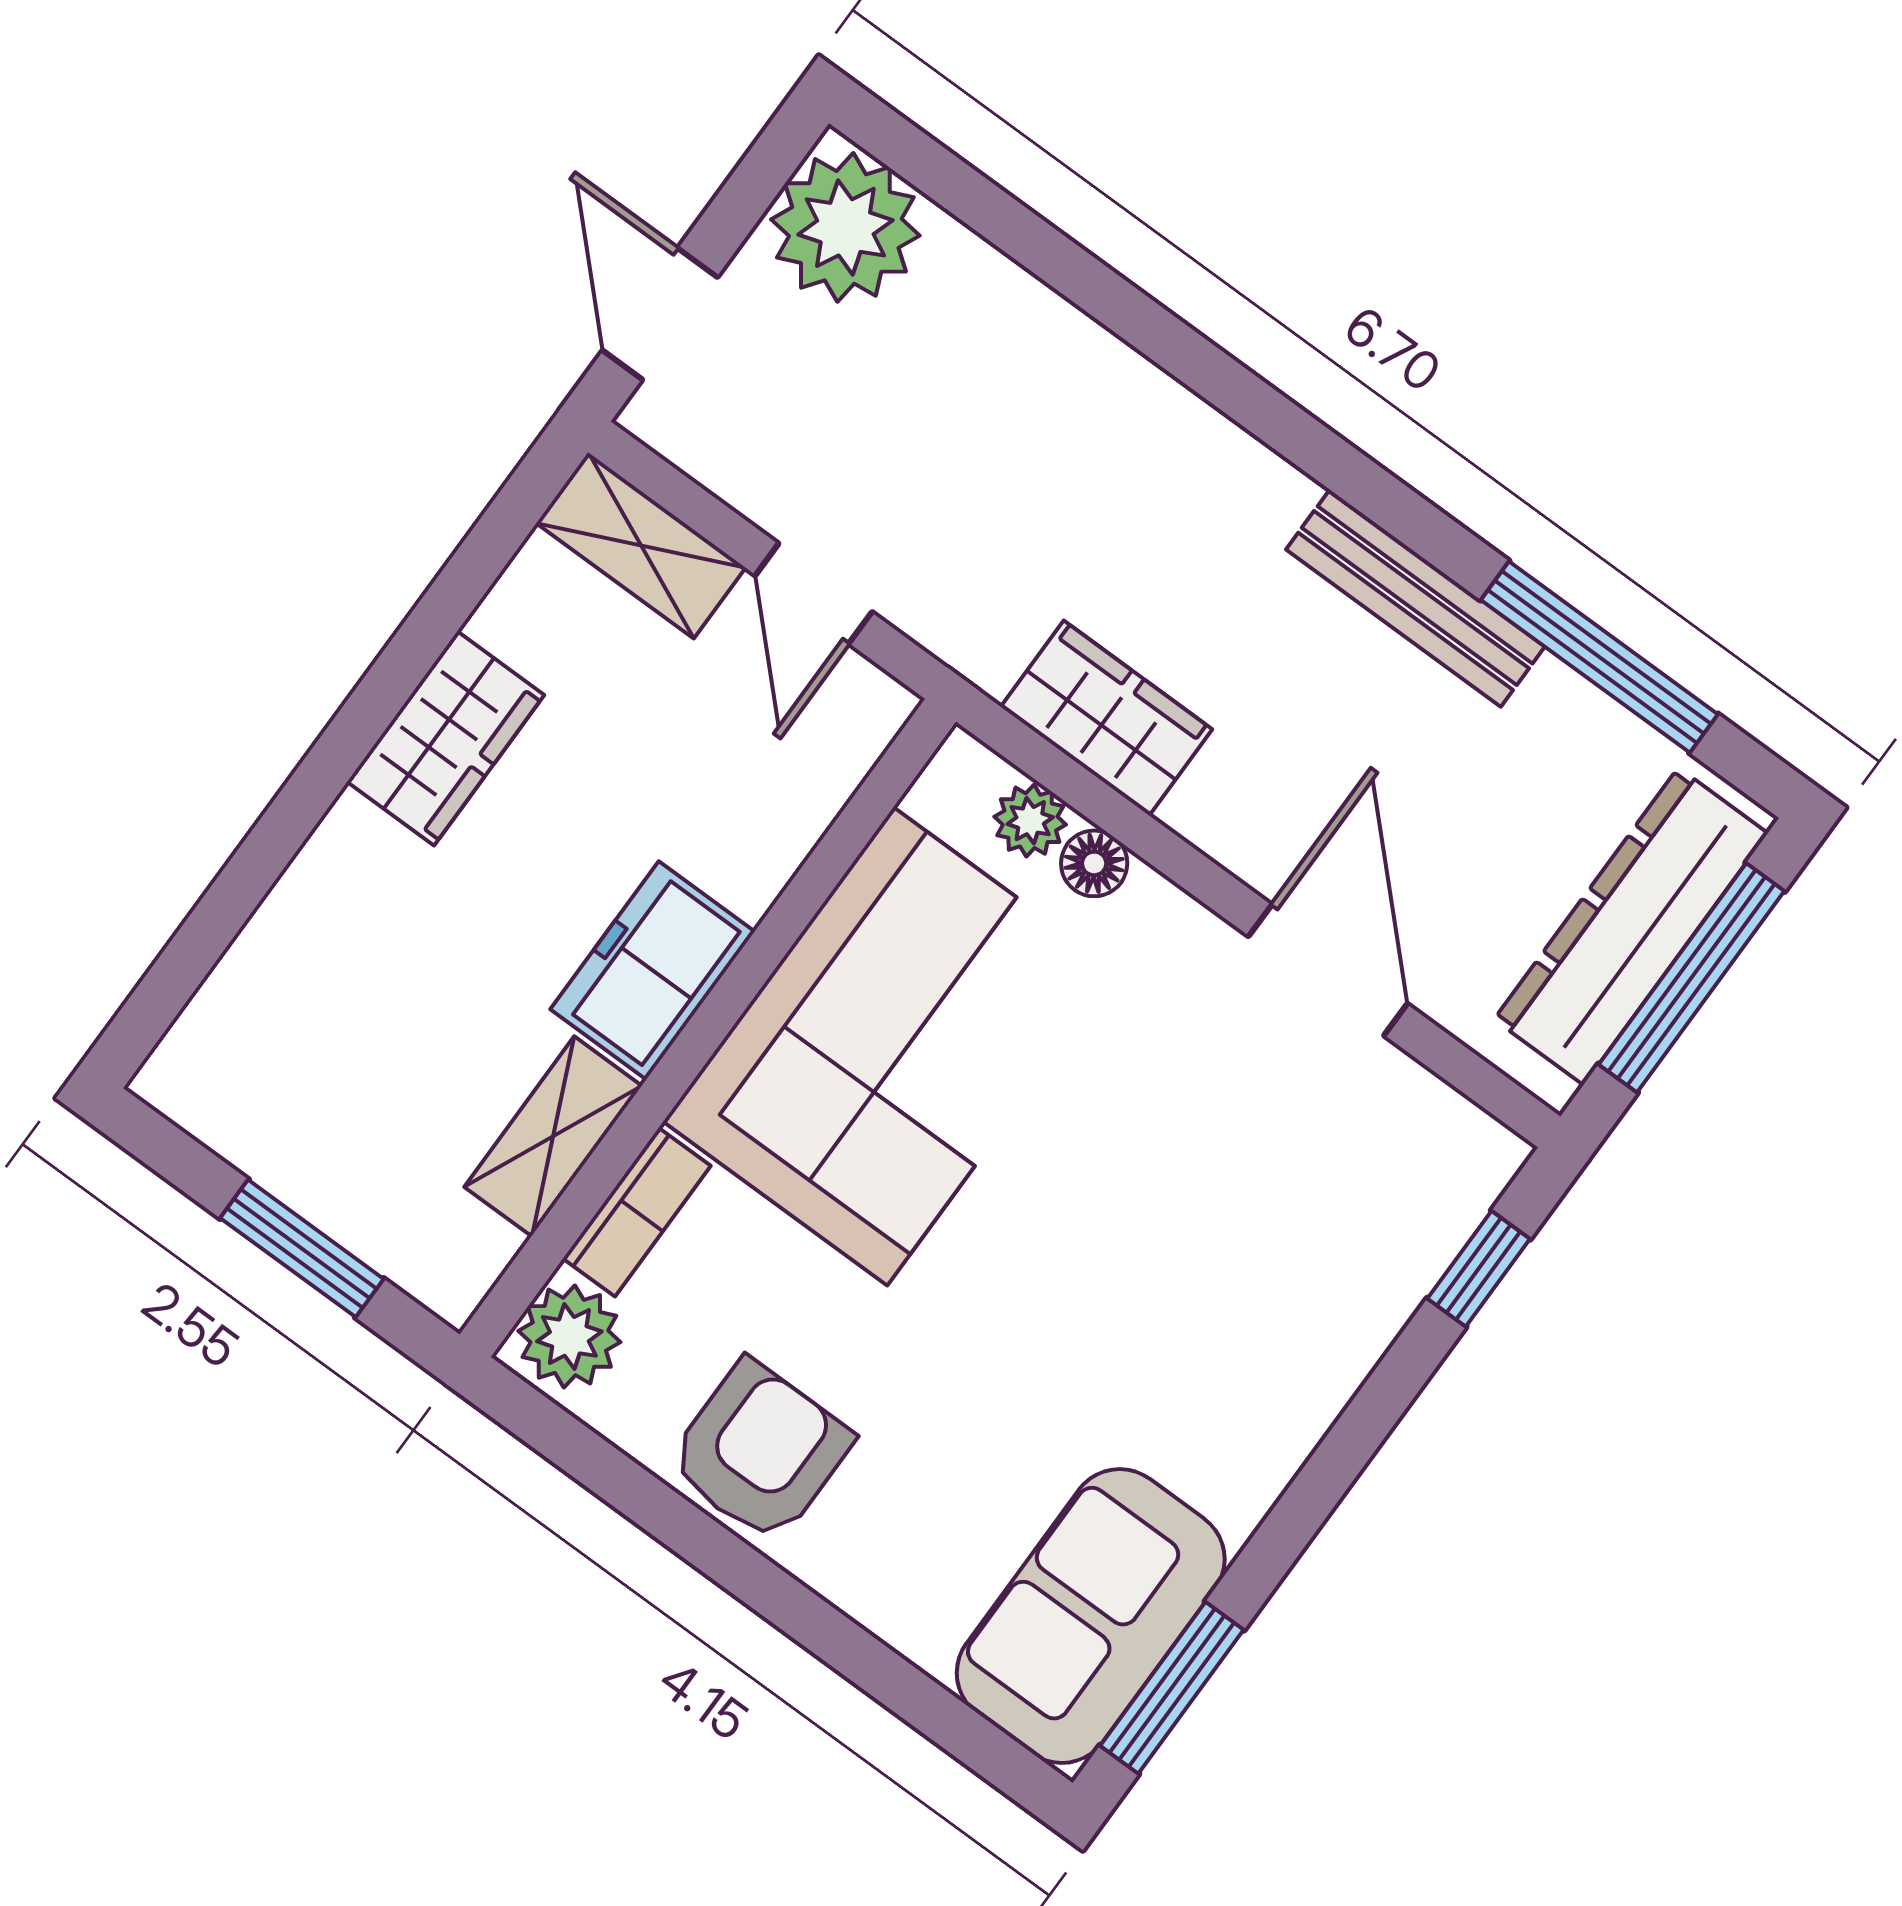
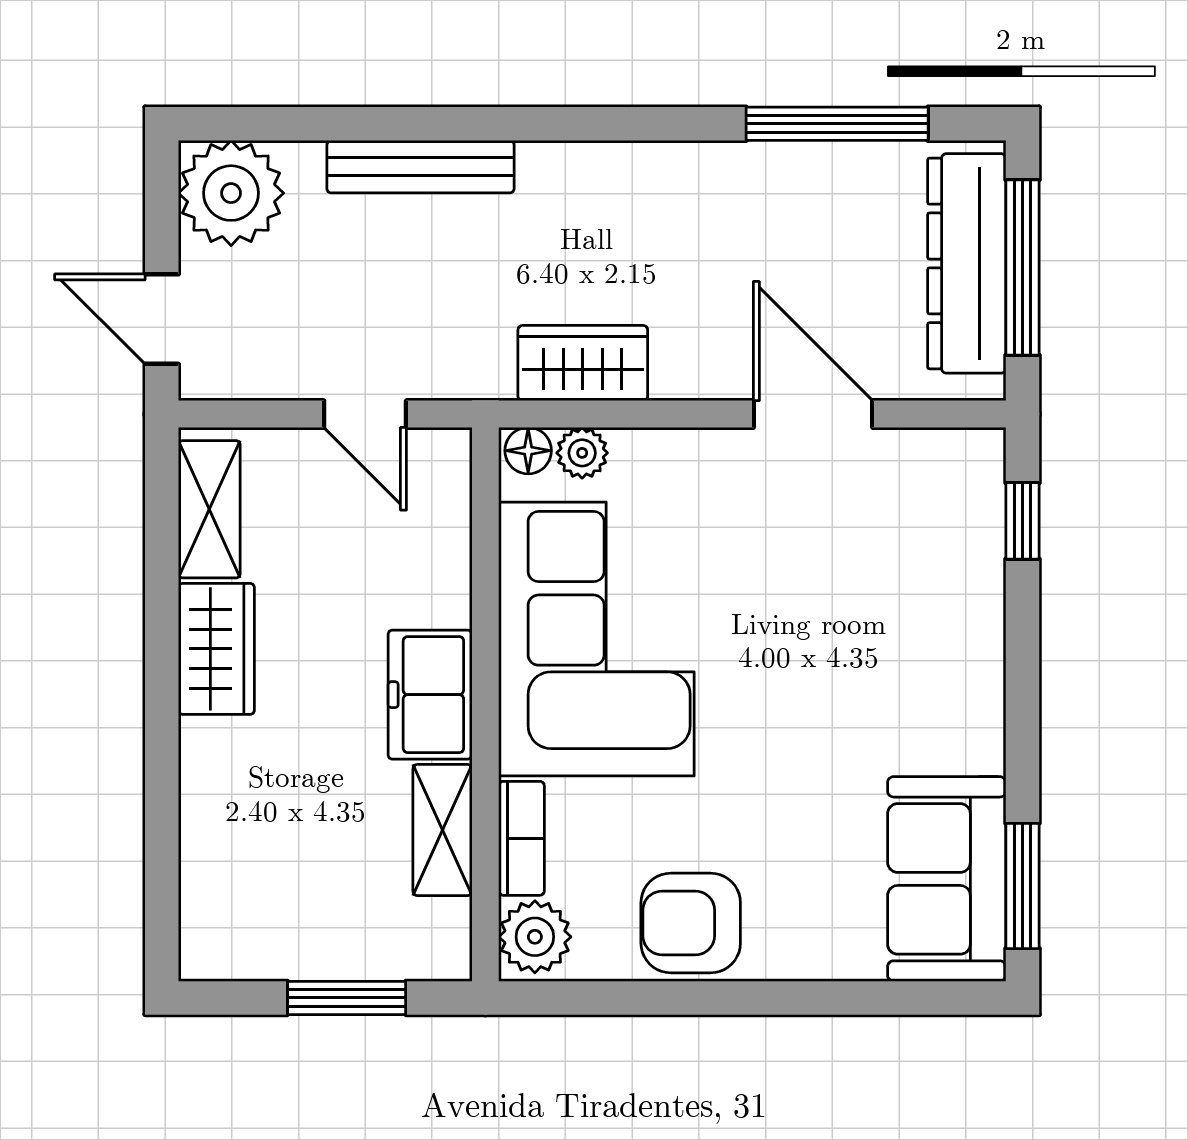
shelving: (641, 545) -> (209, 509), moved, turned 90
bench: (1415, 598) -> (421, 167), moved
floor lamp: (1094, 863) -> (528, 451), moved
armchair: (760, 1452) -> (691, 923), turned -90

